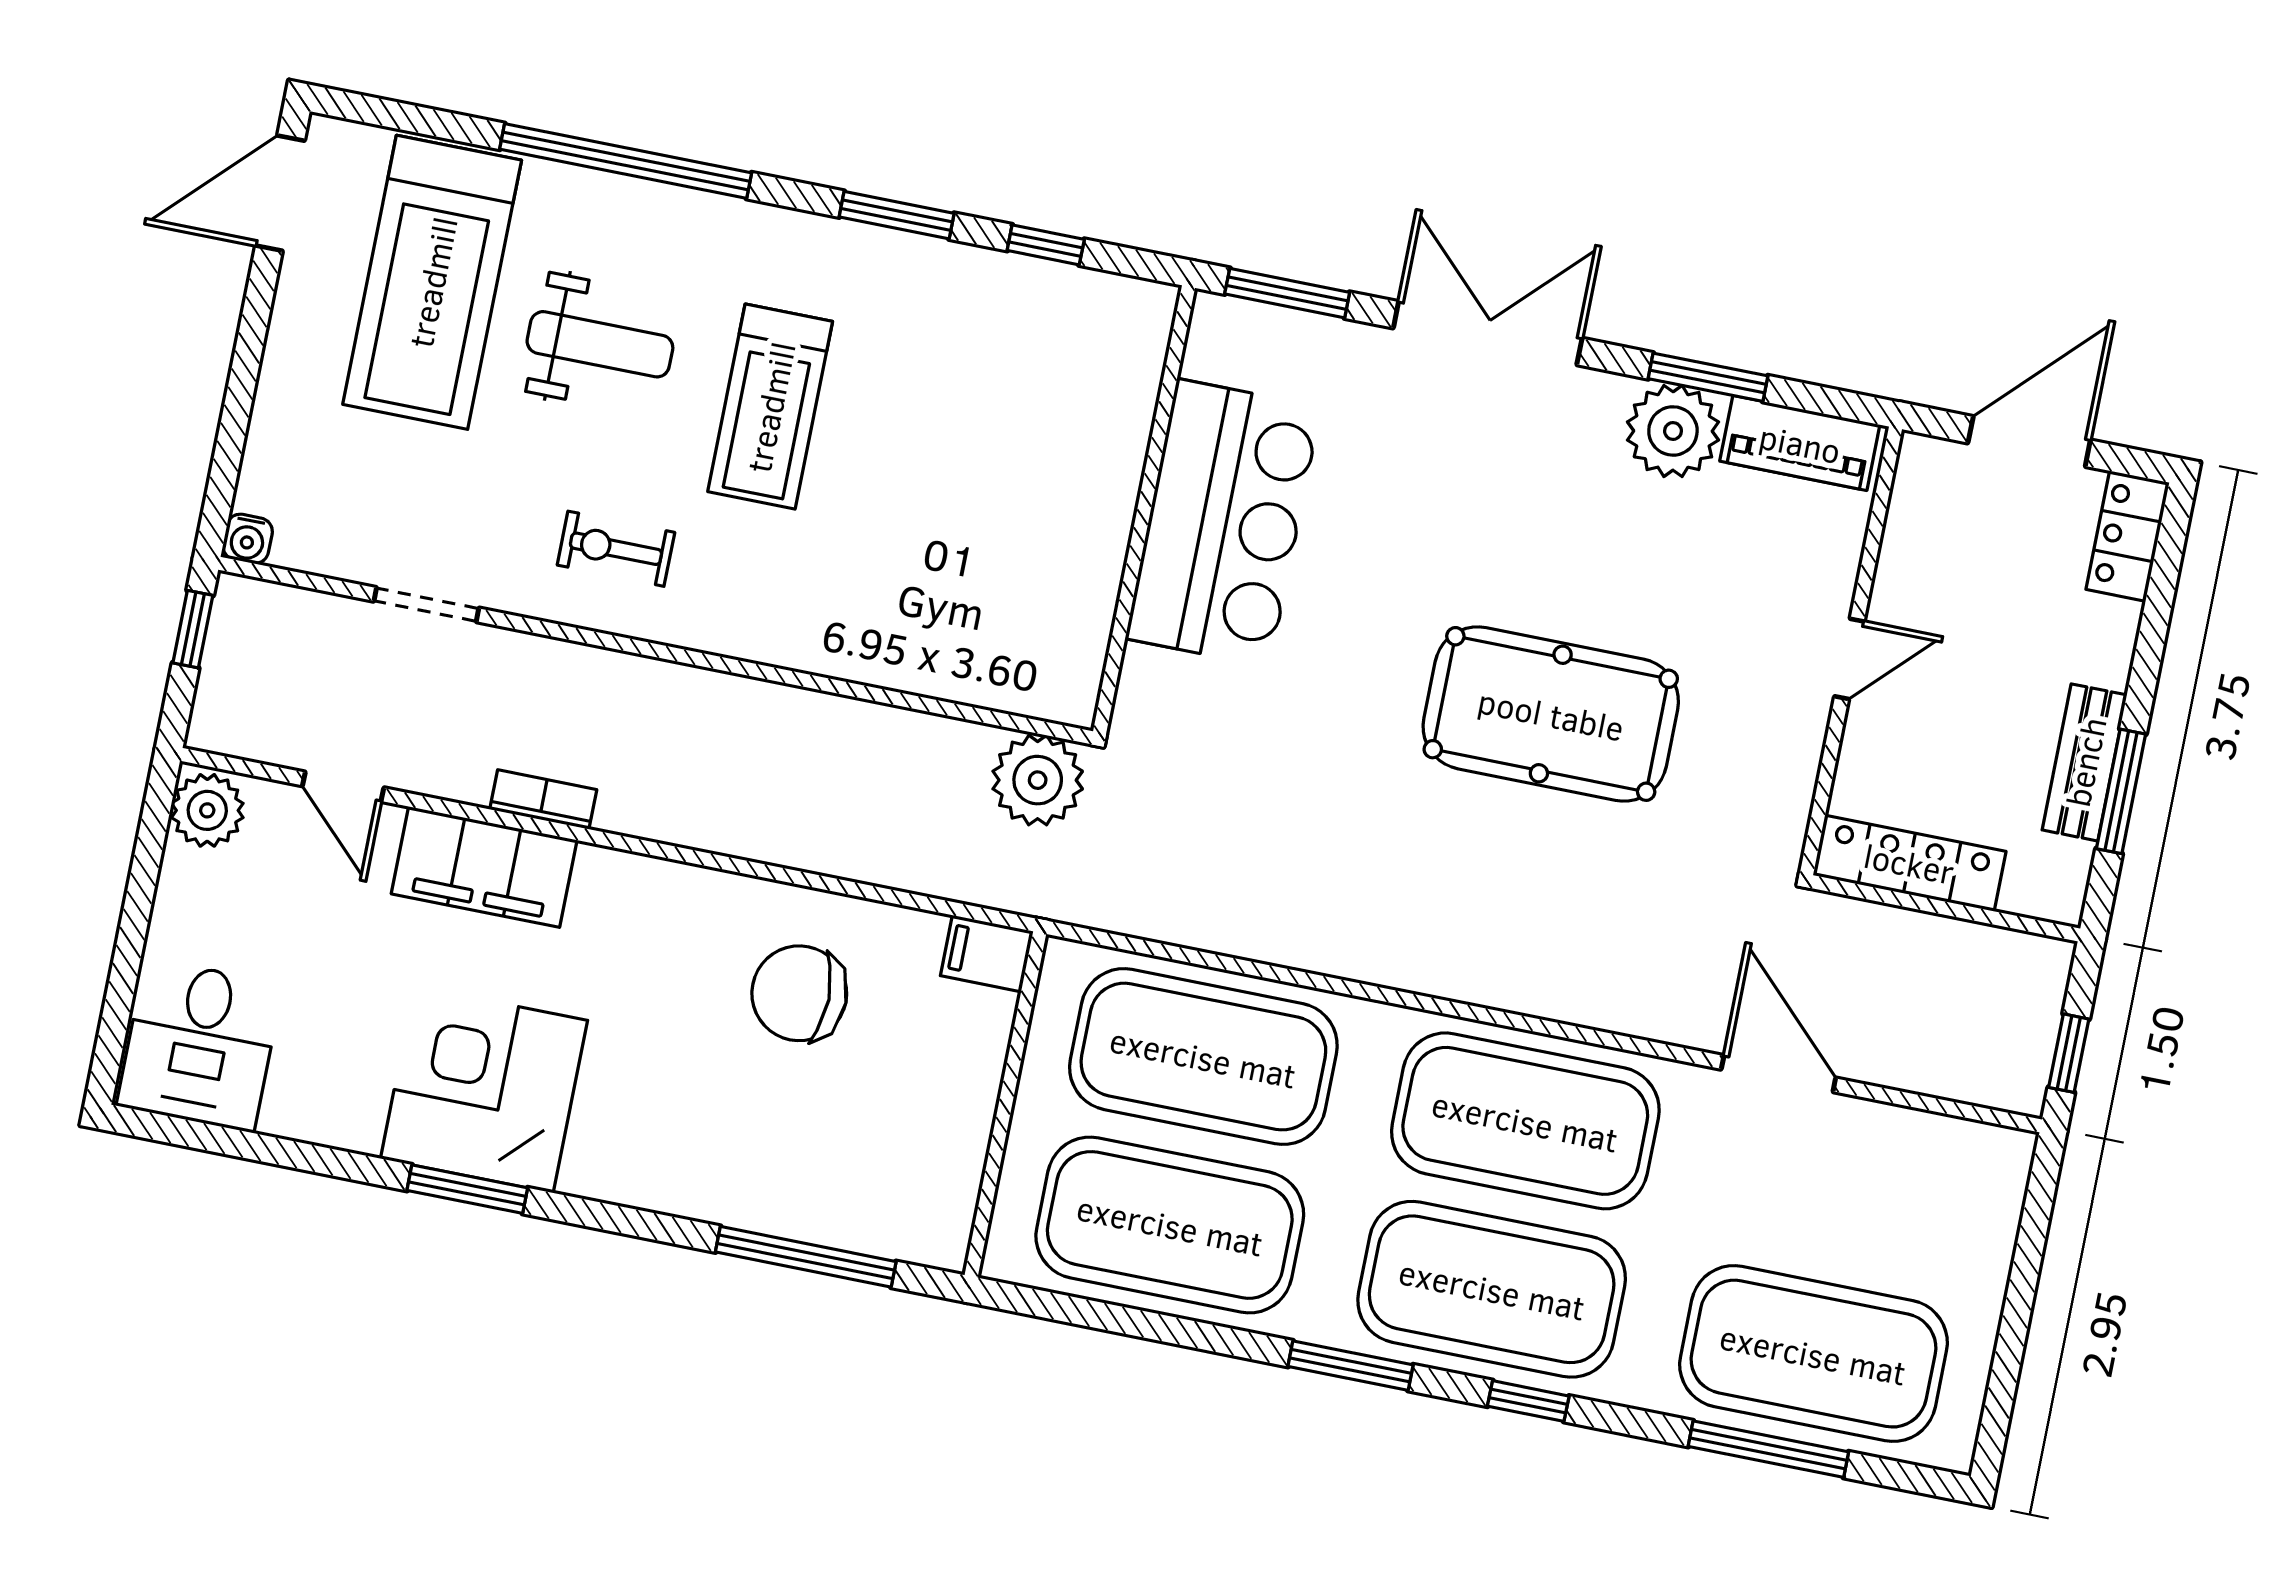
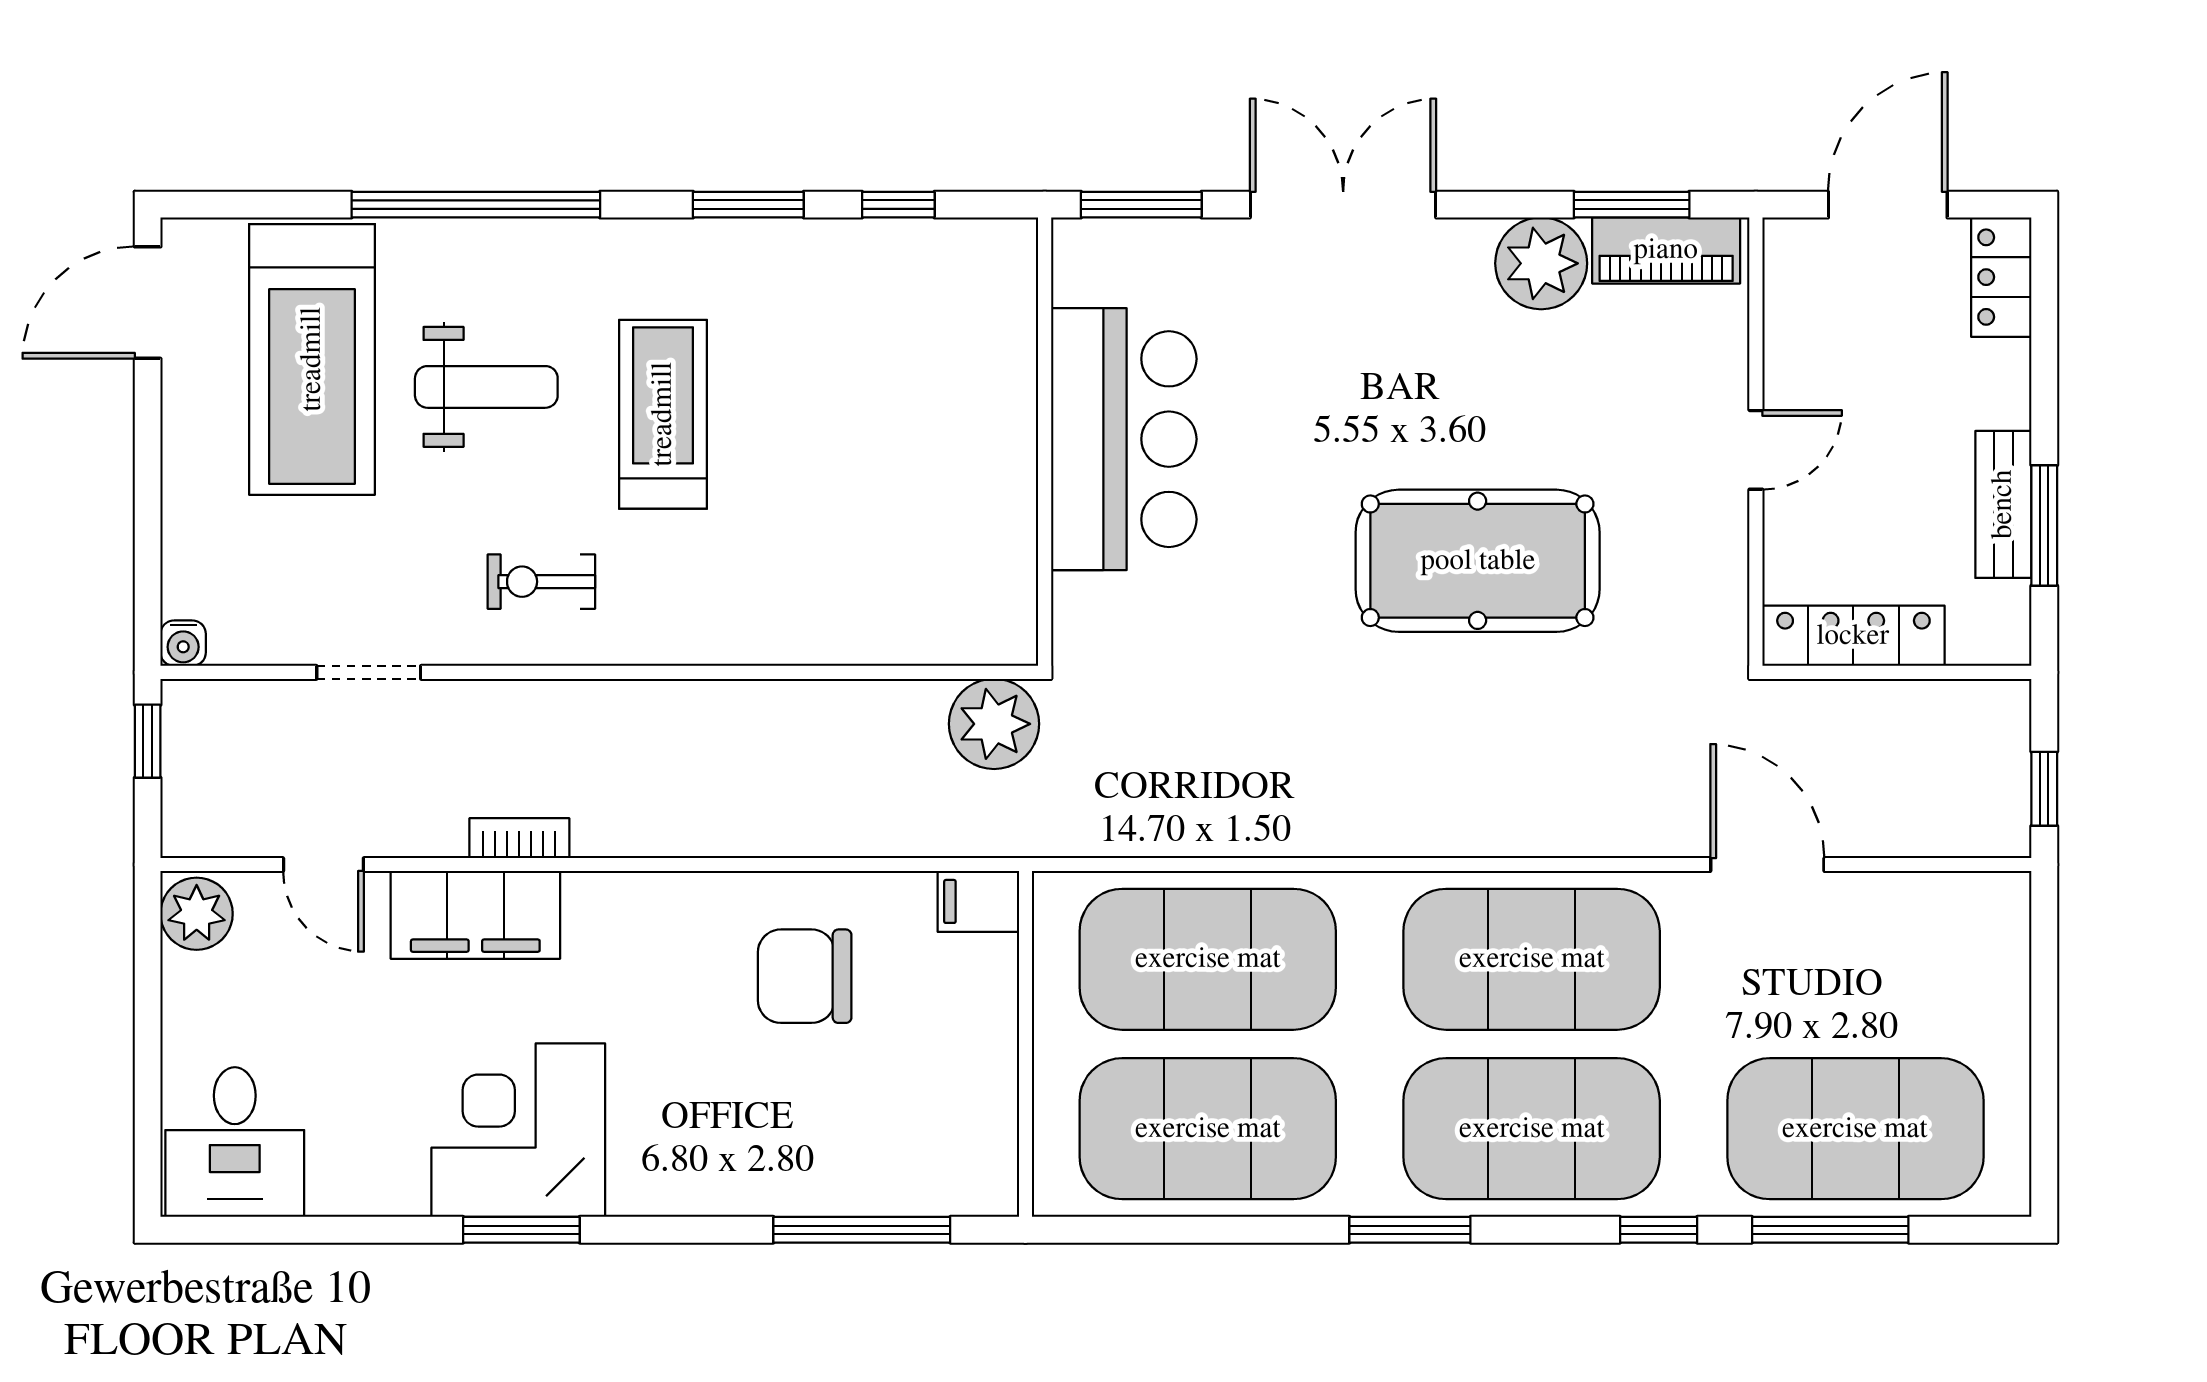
window: (1708, 377) -> (1632, 205), moved
treadmill: (770, 407) -> (663, 414), turned 180
window: (1528, 1401) -> (1659, 1230), moved

